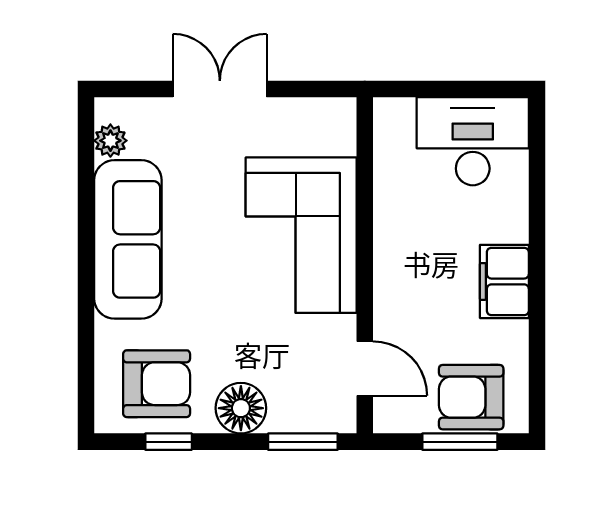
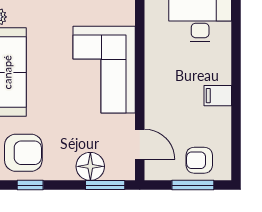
filing cabinet: (504, 281) -> (218, 96), width x0.50
armchair: (471, 397) -> (199, 160), width x0.72, depth x0.72
floor lamp: (241, 408) -> (90, 166), moved

